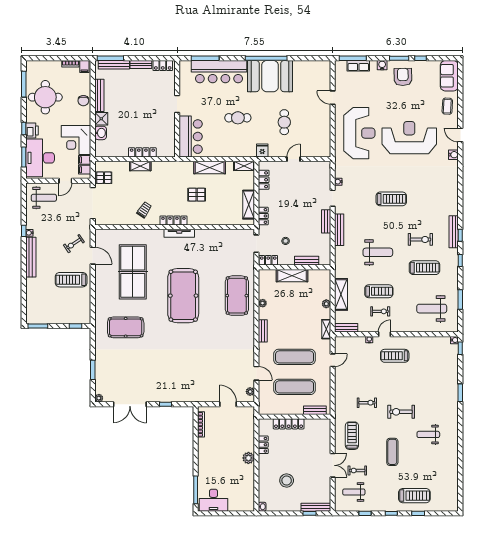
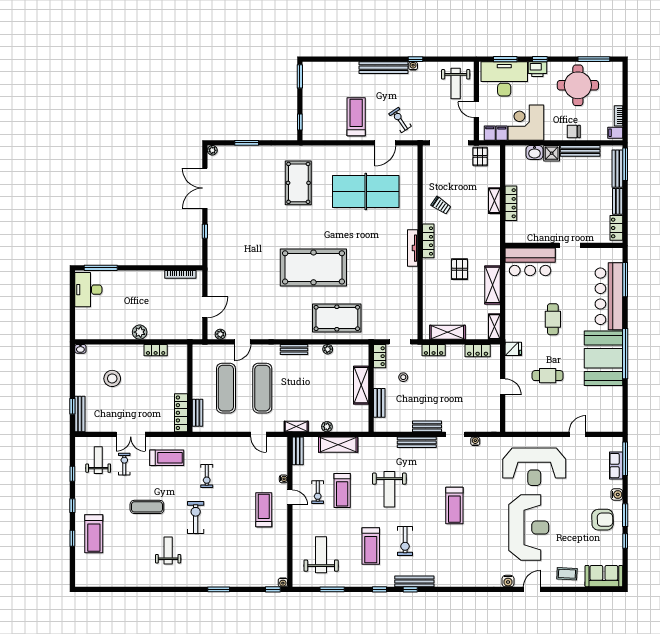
pool table: (183, 296) -> (313, 267), moved
locker: (289, 424) -> (181, 413), moved

